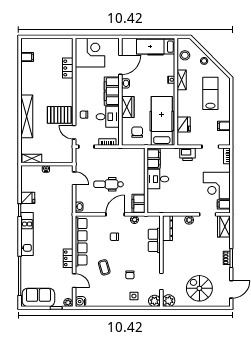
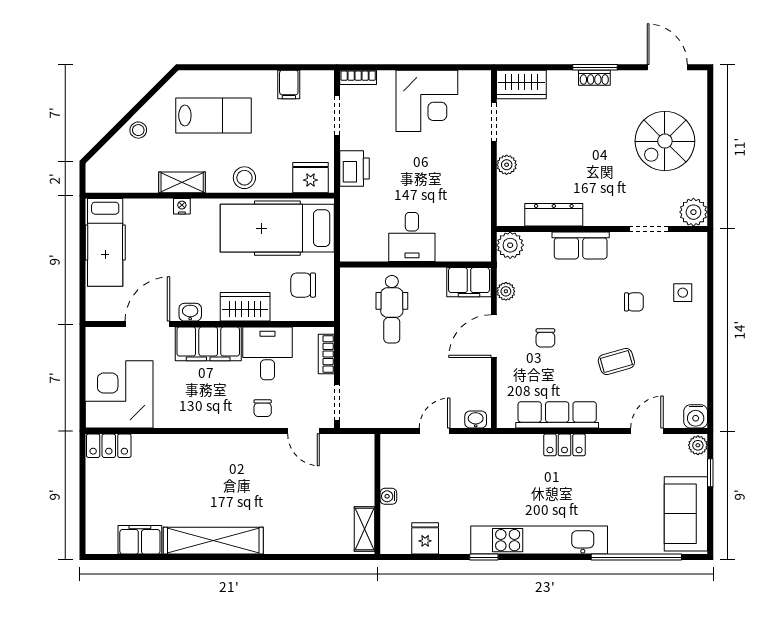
stool: (185, 55) -> (244, 178), moved
filing cabinet: (27, 57) -> (140, 540), width x2.00
door: (120, 65) -> (147, 324), hinge flipped
locker: (68, 68) -> (109, 446), moved
lab bench: (210, 93) -> (213, 115), turned 180
pallet: (59, 115) -> (263, 466), removed
shelving: (27, 116) -> (213, 541), moved
fridge: (184, 124) -> (310, 178), moved
door: (74, 132) -> (303, 431), hinge flipped
filing cabinet: (154, 159) -> (365, 247), removed
door: (74, 178) -> (435, 431), moved
dental chair: (109, 184) -> (392, 309), moved
fridge: (28, 198) -> (425, 538), moved
filing cabinet: (224, 204) -> (471, 85), removed
door: (115, 214) -> (494, 336), hinge flipped
dresser: (168, 228) -> (554, 215), moved
kitchen unit: (27, 234) -> (539, 540), width x1.36
row of seats: (154, 240) -> (581, 245), moved
row of seats: (81, 242) -> (557, 415), width x0.73
locker: (68, 258) -> (564, 445), moved
plant: (154, 301) -> (510, 245), moved

